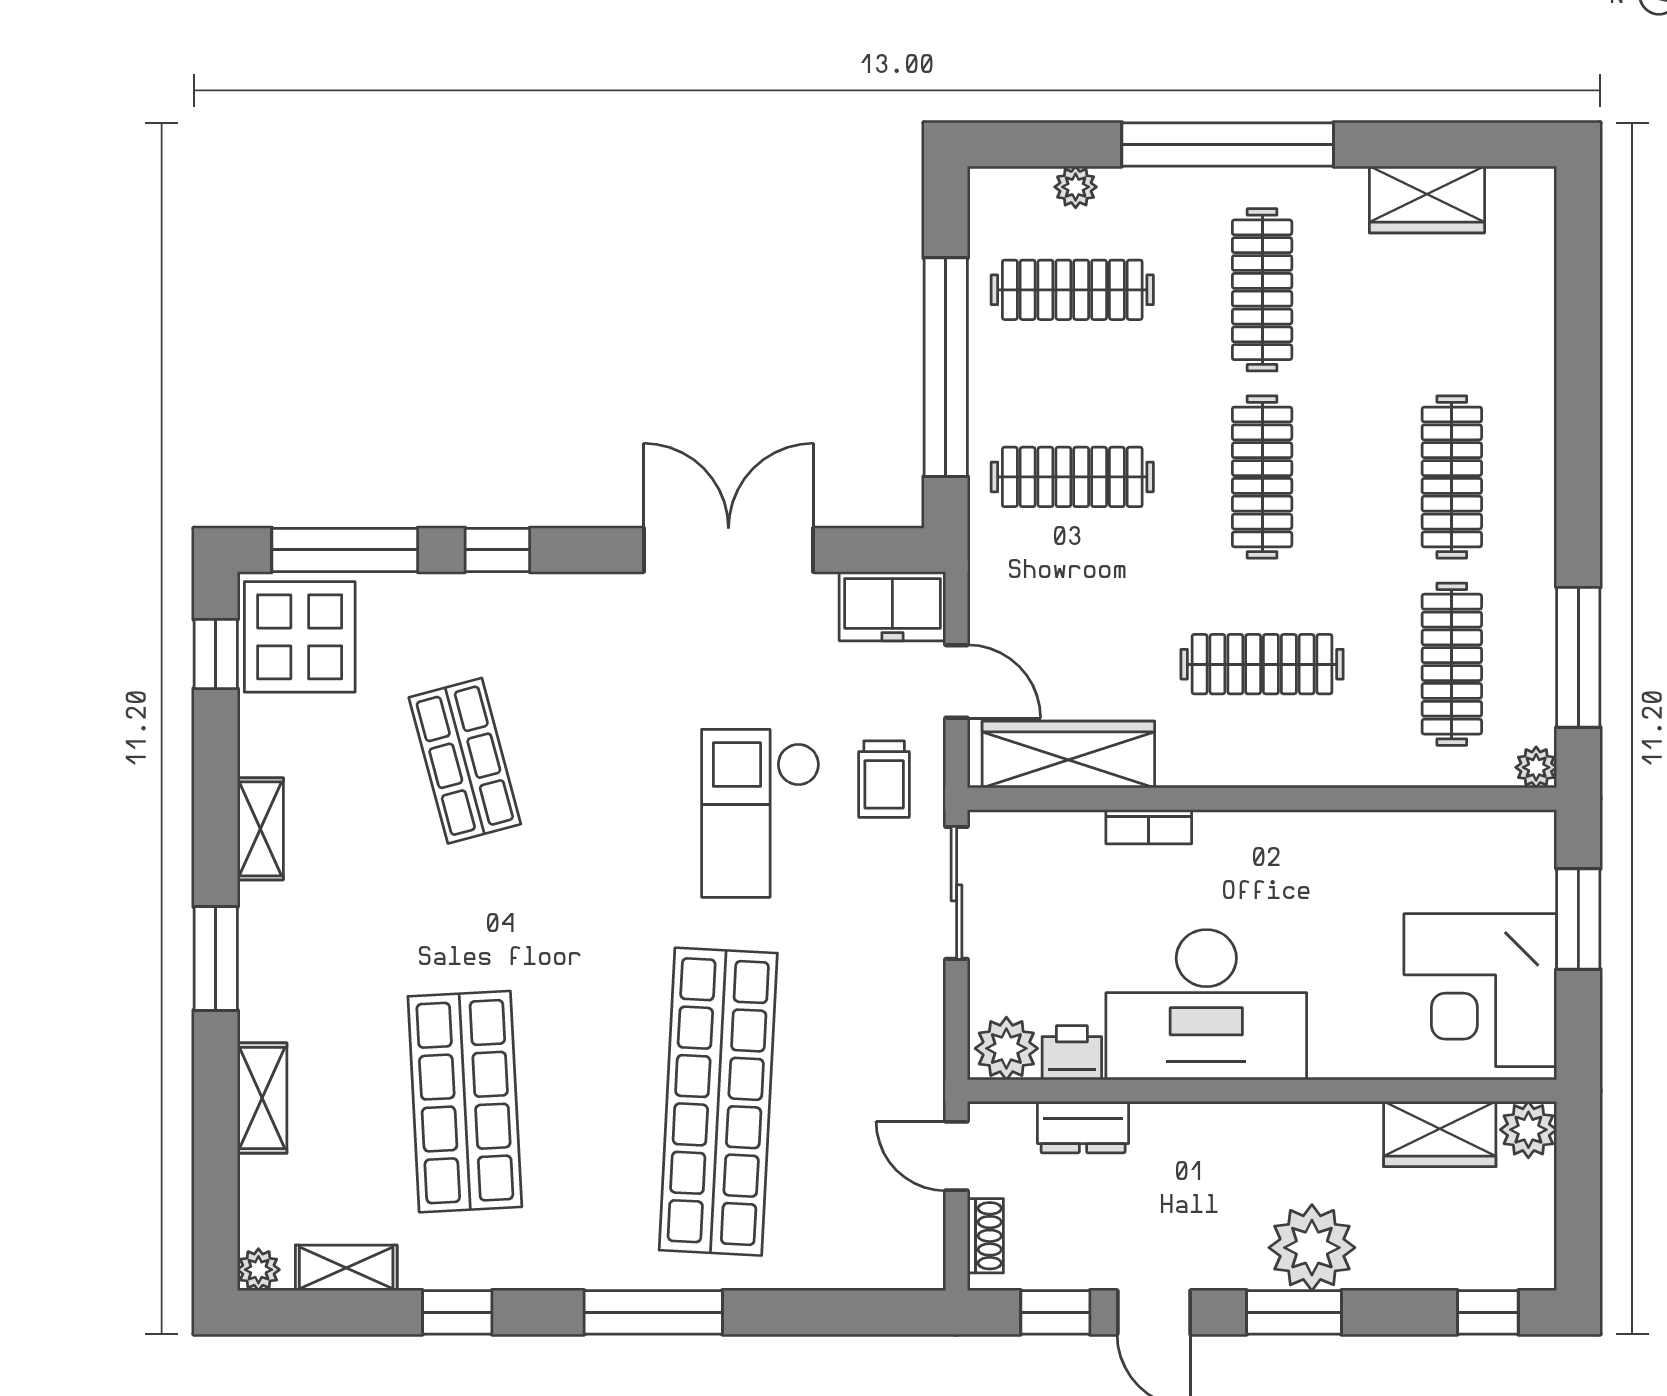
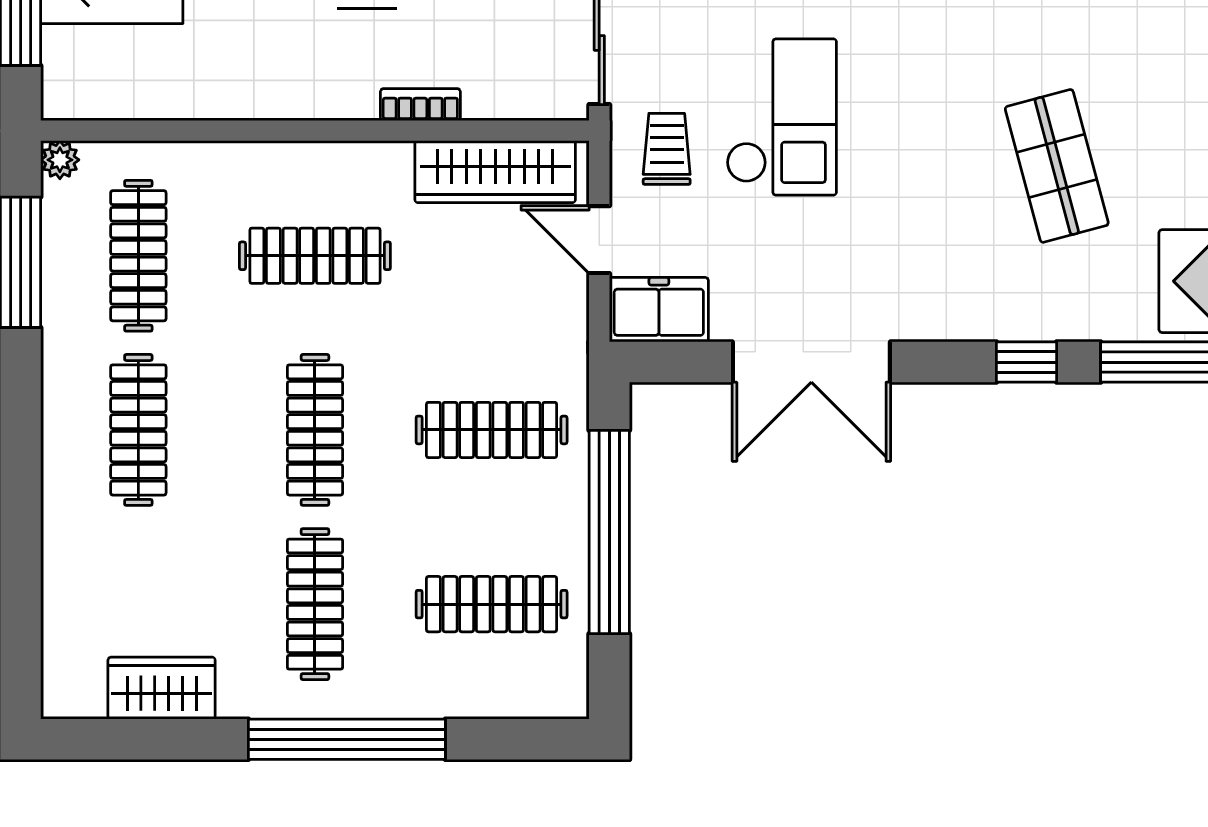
plant: (1076, 187) -> (488, 700), removed

